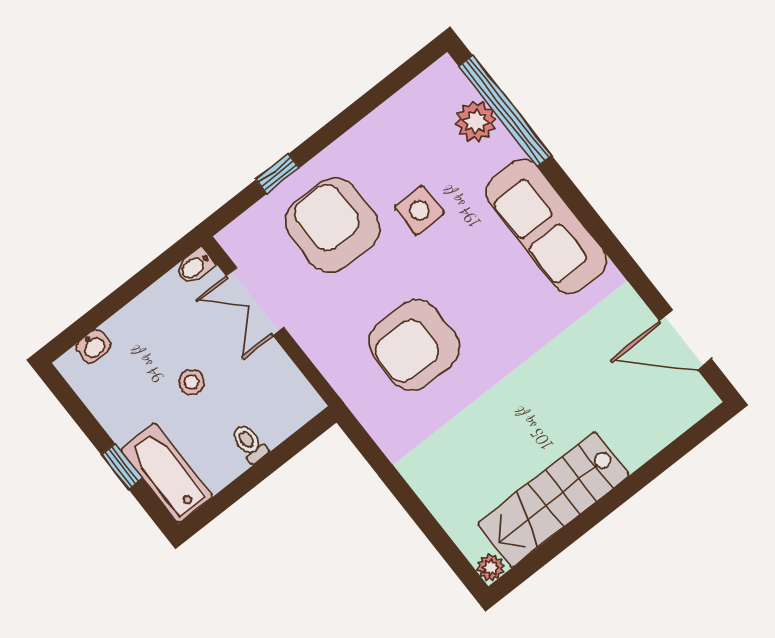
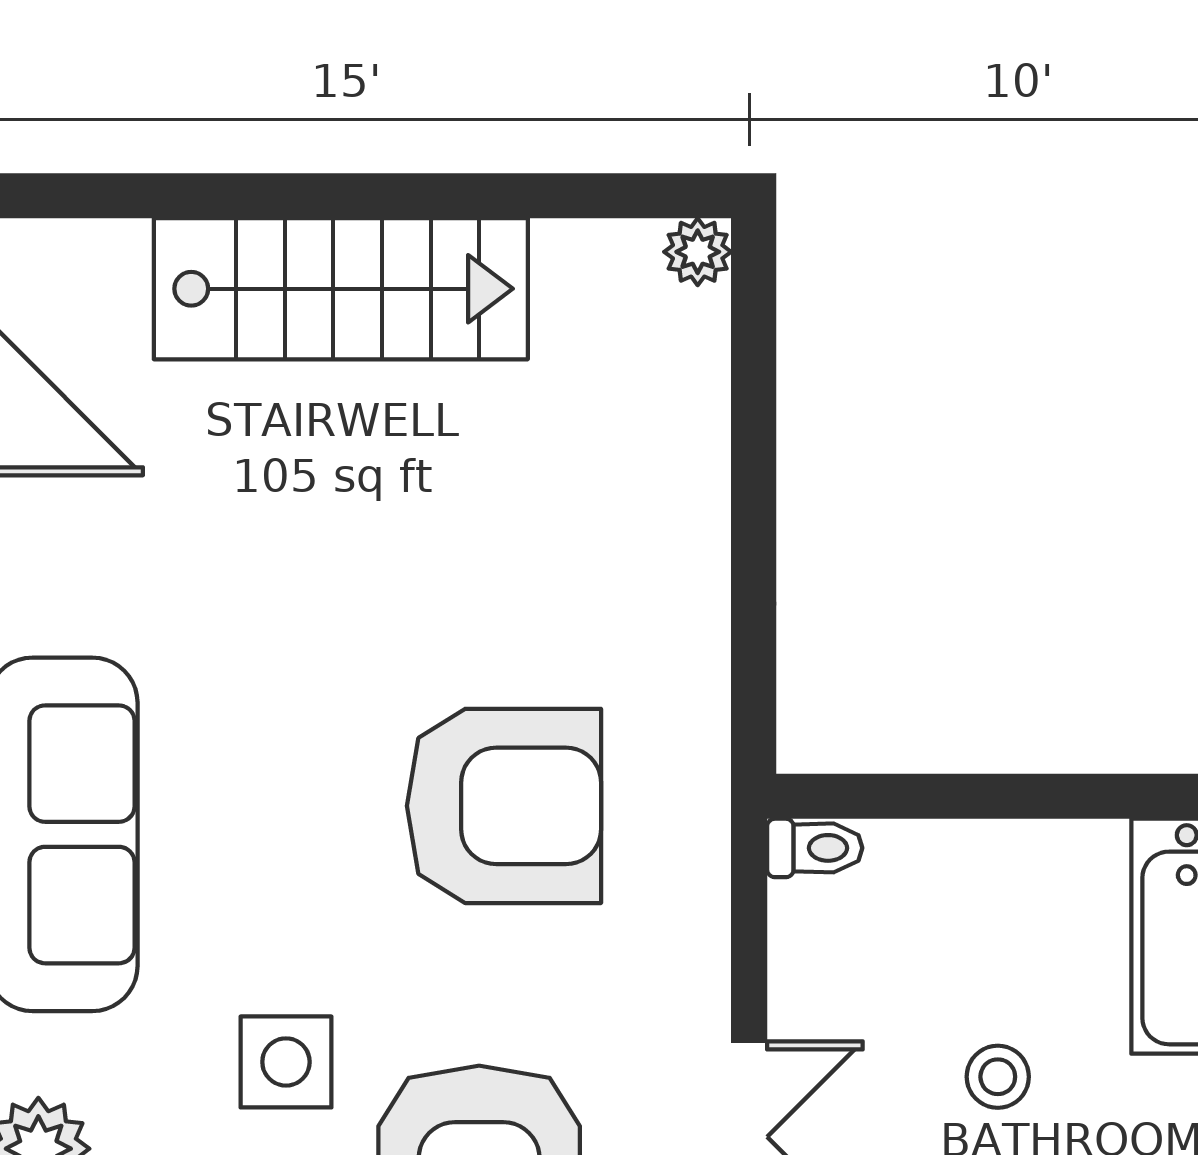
toilet: (250, 444) -> (815, 848), moved, turned -90
stairs: (553, 499) -> (341, 289), moved

